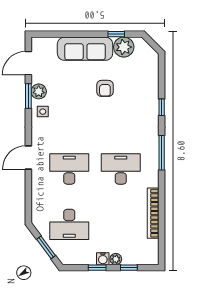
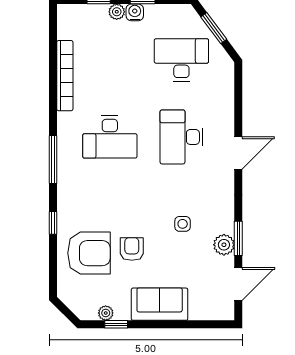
plant: (124, 47) -> (106, 313), width x0.53, depth x0.53
sofa: (85, 49) -> (160, 304), width x0.73
armchair: (136, 85) -> (89, 253), added
side table: (43, 112) -> (183, 224), moved
desk: (69, 169) -> (181, 137), turned 90

